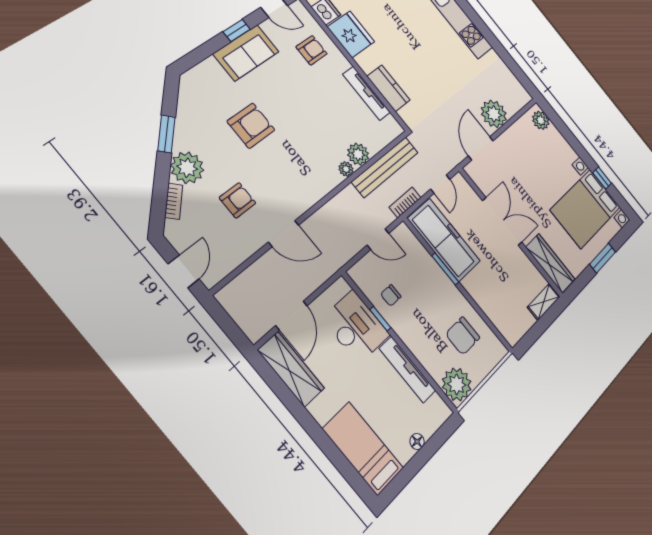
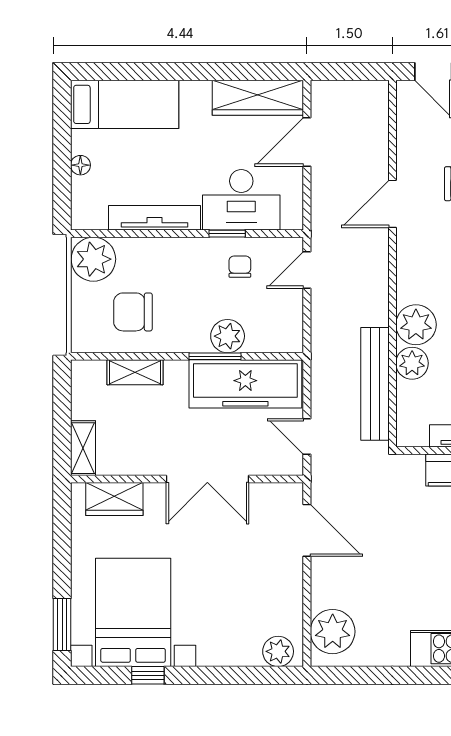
plant: (494, 114) -> (333, 632), moved
plant: (346, 169) -> (416, 325), width x1.88, depth x1.88
bookcase: (405, 202) -> (320, 373), removed
door: (378, 239) -> (307, 270), moved
window: (603, 258) -> (62, 625), moved
wardrobe: (550, 263) -> (114, 499), width x0.67
plant: (430, 271) -> (228, 336), added
shelving: (489, 307) -> (135, 372), added
door: (291, 316) -> (307, 142), hinge flipped
chair: (463, 336) -> (133, 312), turned -90

